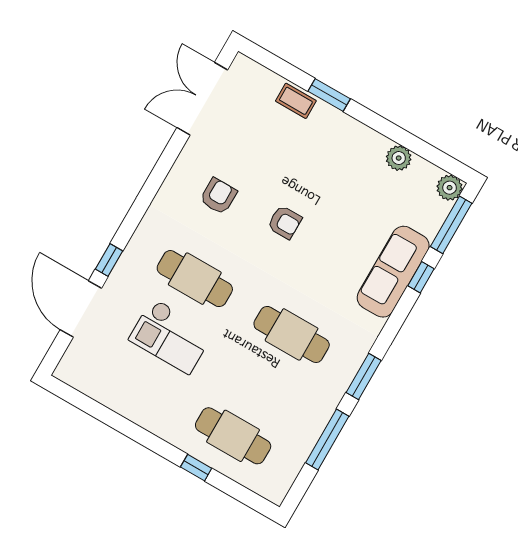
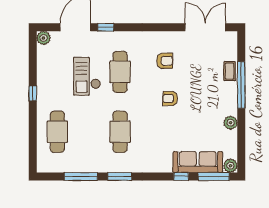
window: (329, 95) -> (241, 85), width x2.11
plant: (399, 158) -> (231, 123), moved
armchair: (285, 222) -> (170, 98), turned 90
sofa: (393, 272) -> (198, 162), moved
plant: (68, 371) -> (43, 38), added
window: (196, 468) -> (33, 94), moved

